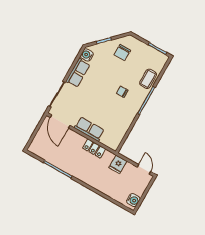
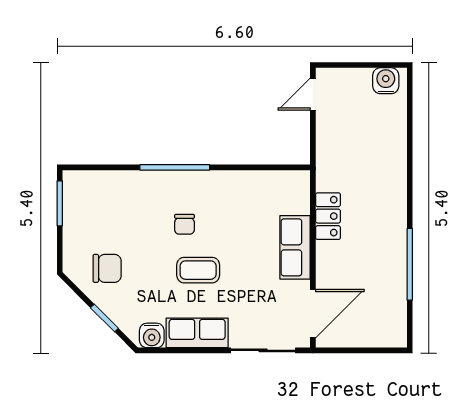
coffee table: (148, 79) -> (198, 270), moved
fridge: (118, 164) -> (333, 151), removed

